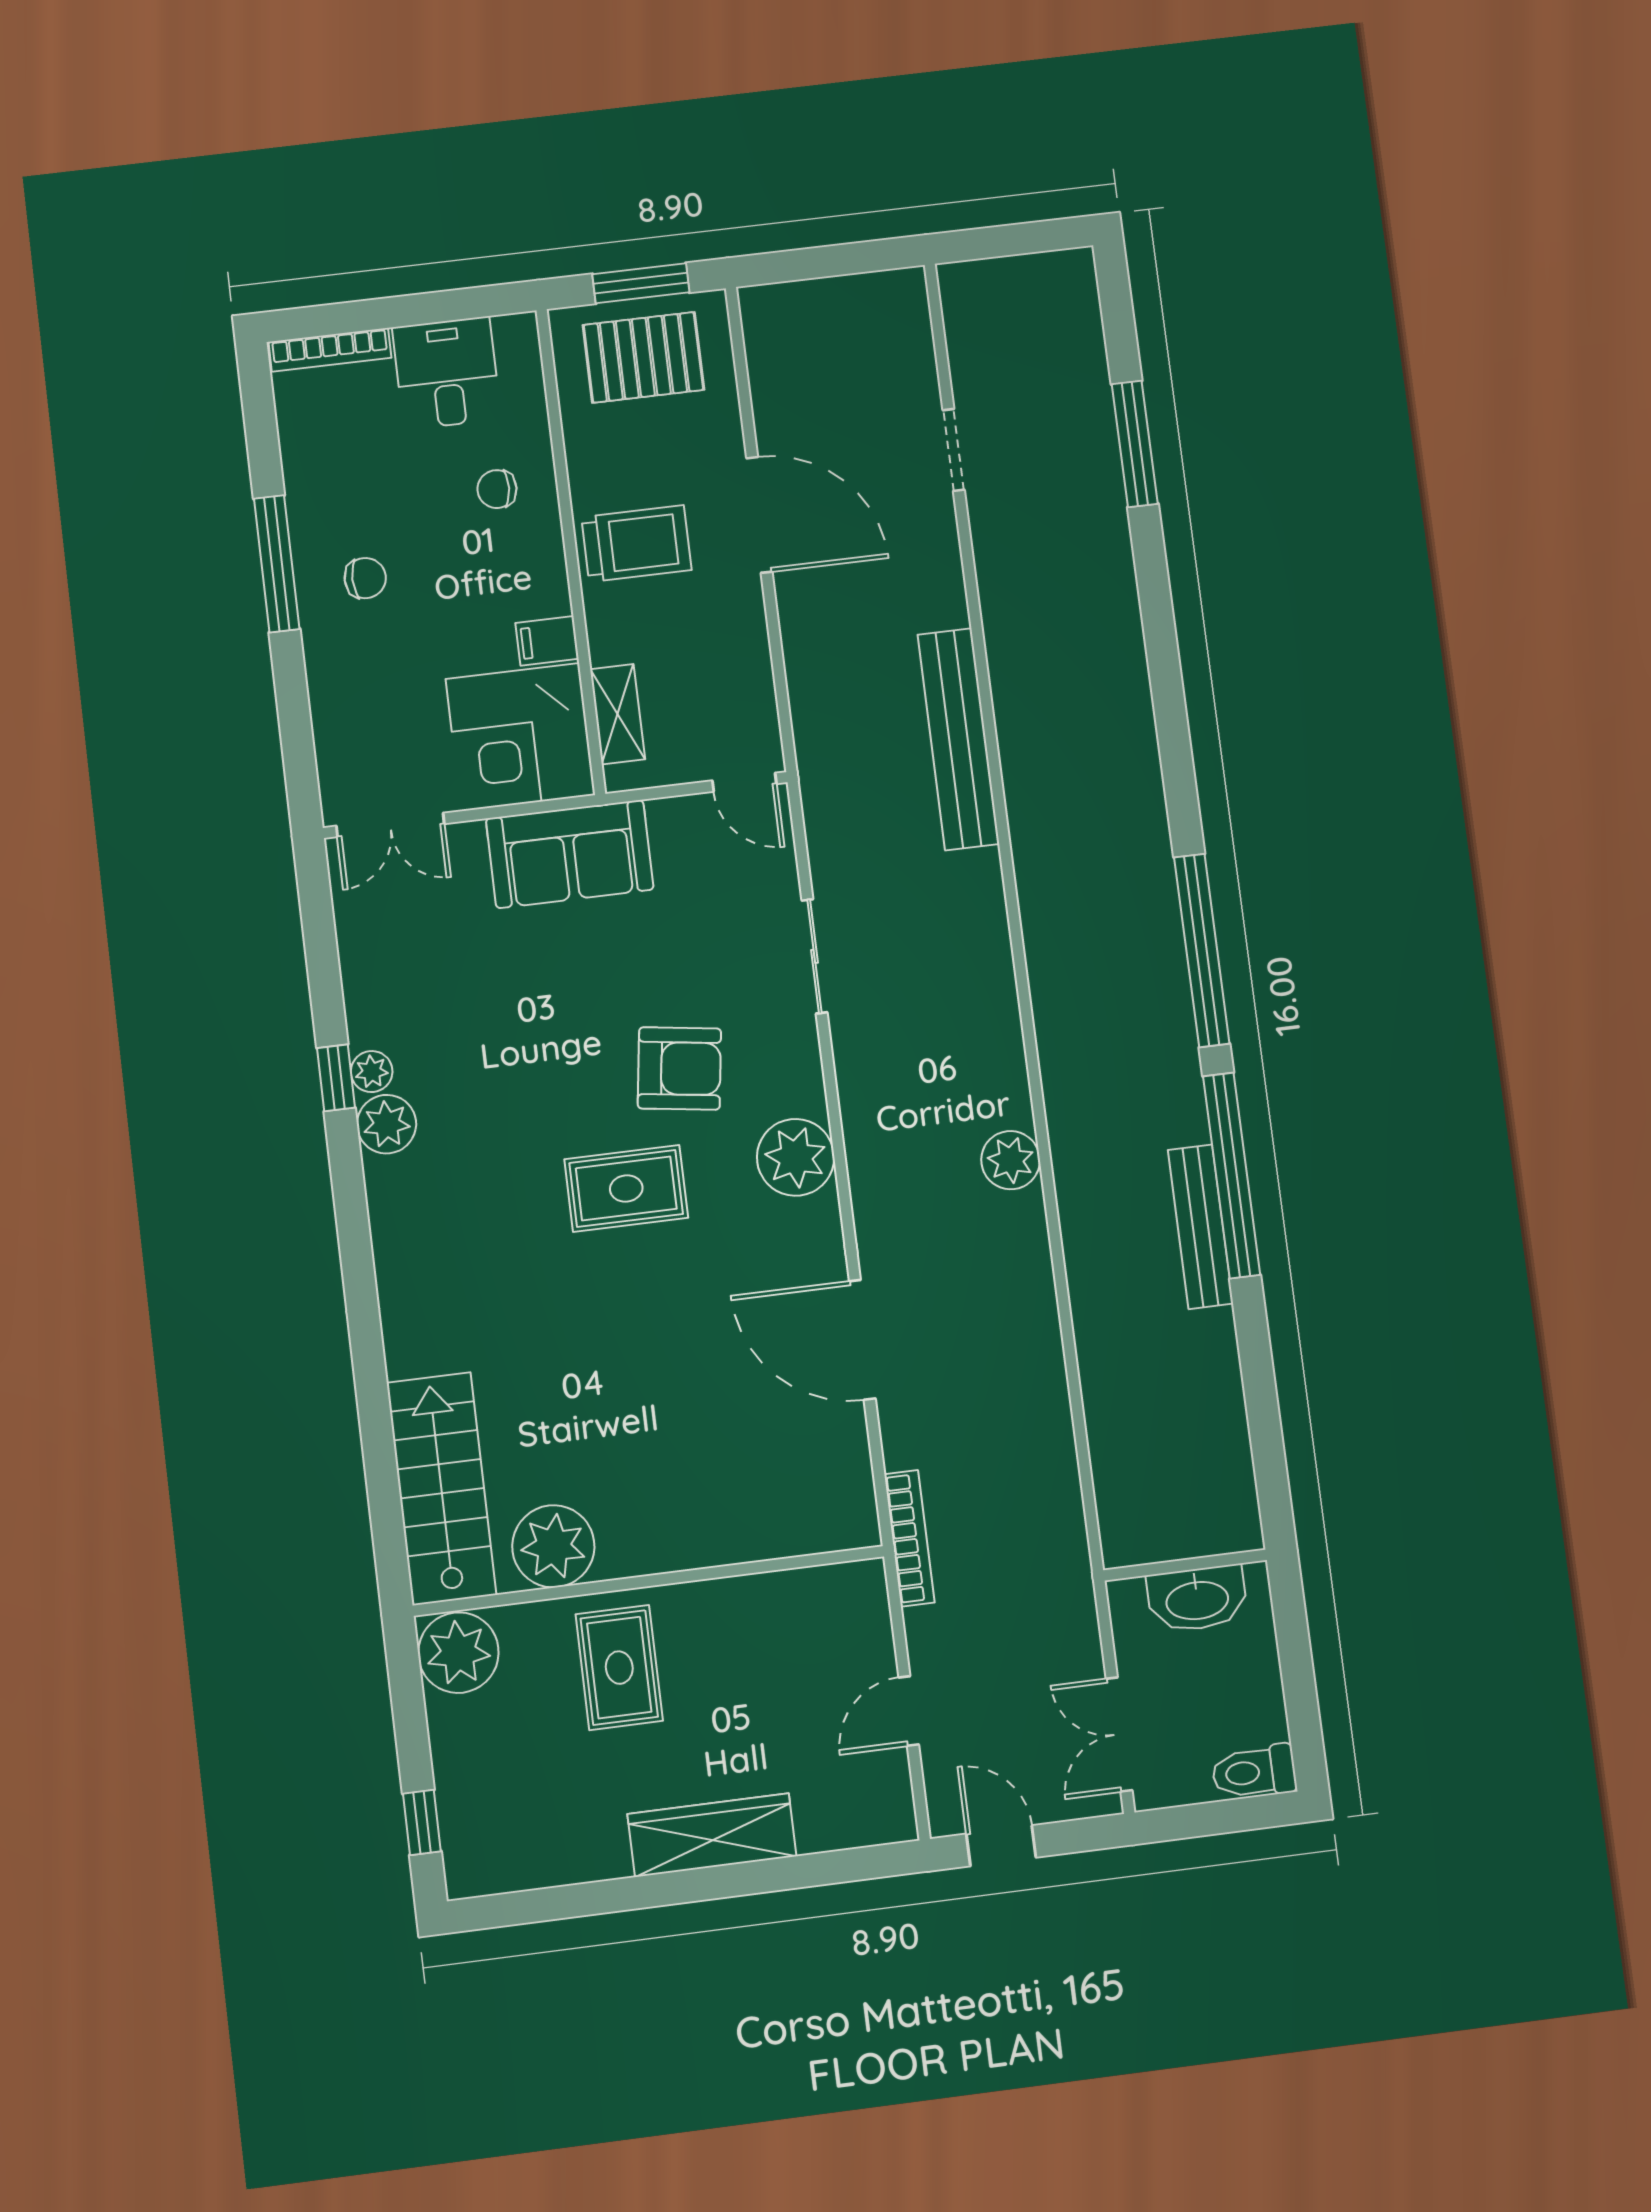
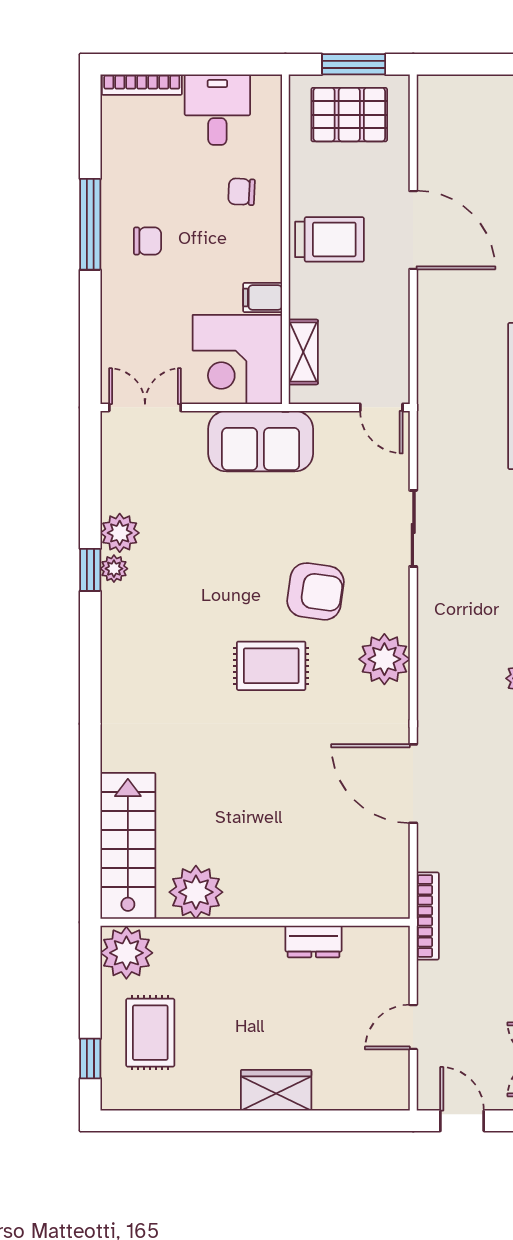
double door: (390, 825) -> (145, 407), swing flipped
plant: (387, 1124) -> (120, 533), moved
dresser: (741, 1599) -> (314, 941), added
rug: (619, 1668) -> (150, 1033), moved
wardrobe: (712, 1835) -> (276, 1090), width x0.67

